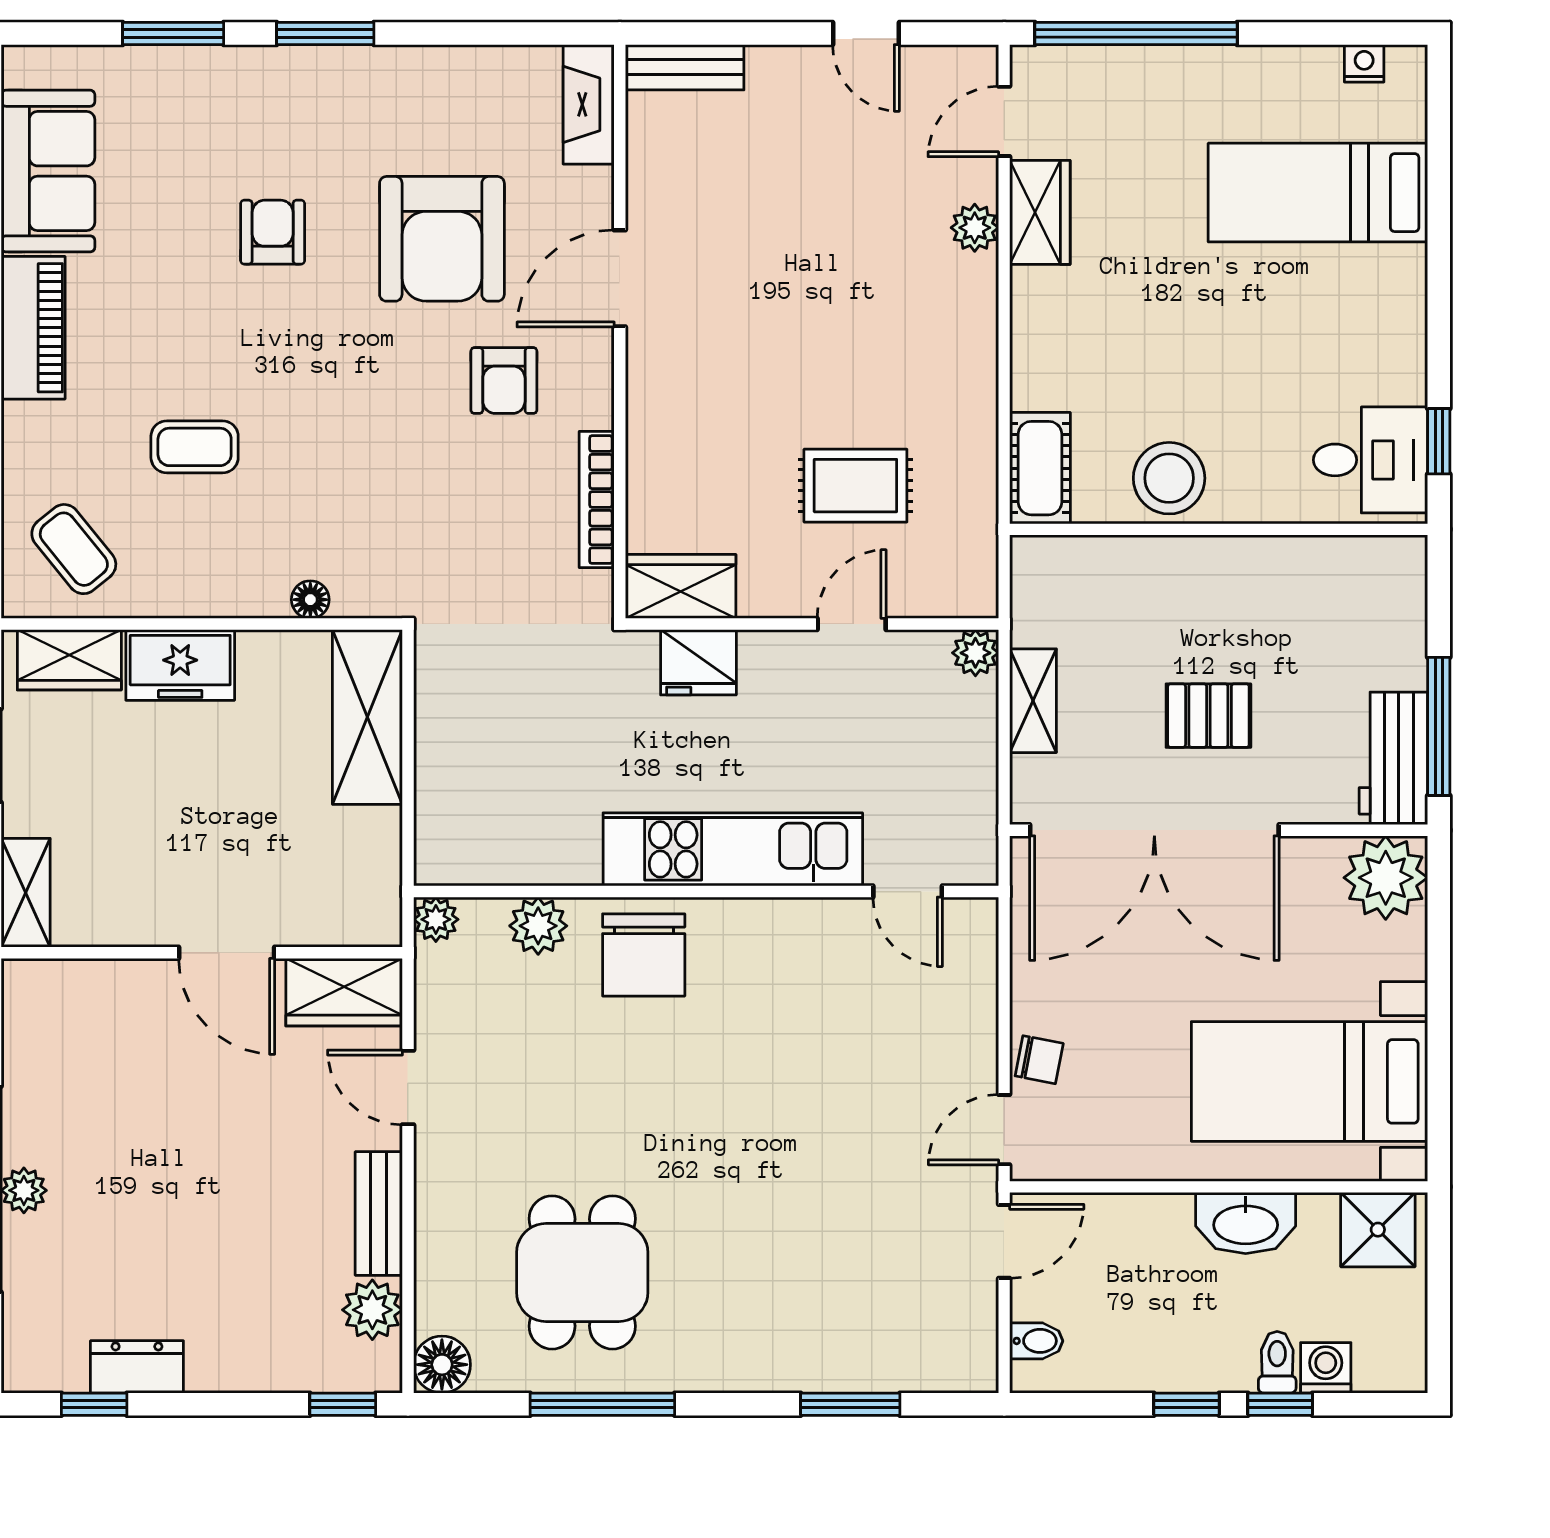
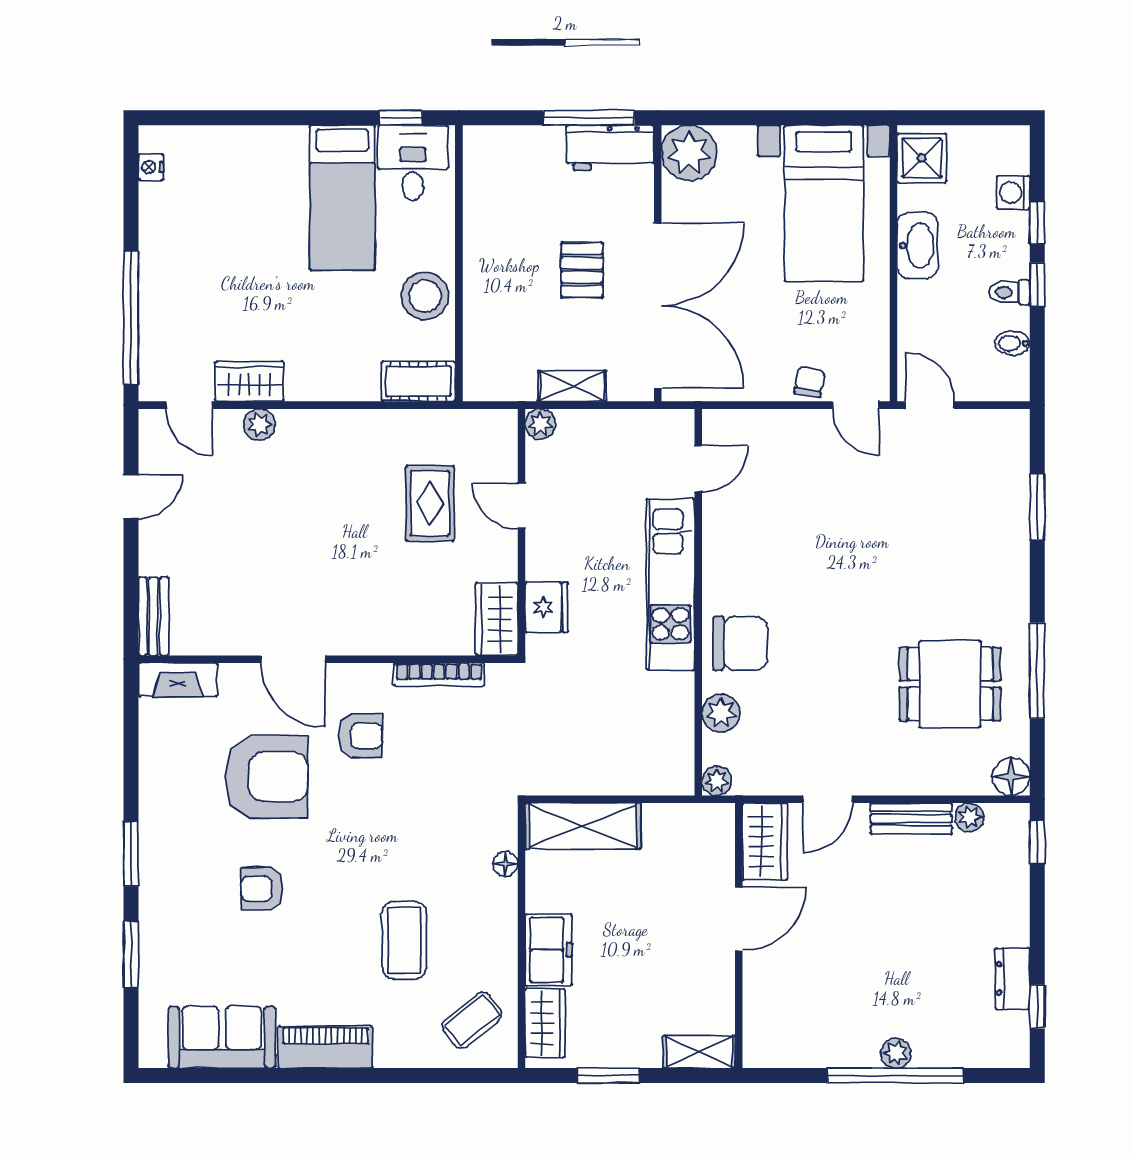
bed: (1318, 193) -> (342, 198), moved
coffee table: (195, 447) -> (404, 940), width x1.36, depth x1.30
plant: (372, 1310) -> (969, 817), width x0.73, depth x0.73
bidet: (1036, 1341) -> (1012, 343), moved, turned -90
toilet: (1277, 1362) -> (1009, 292), moved

